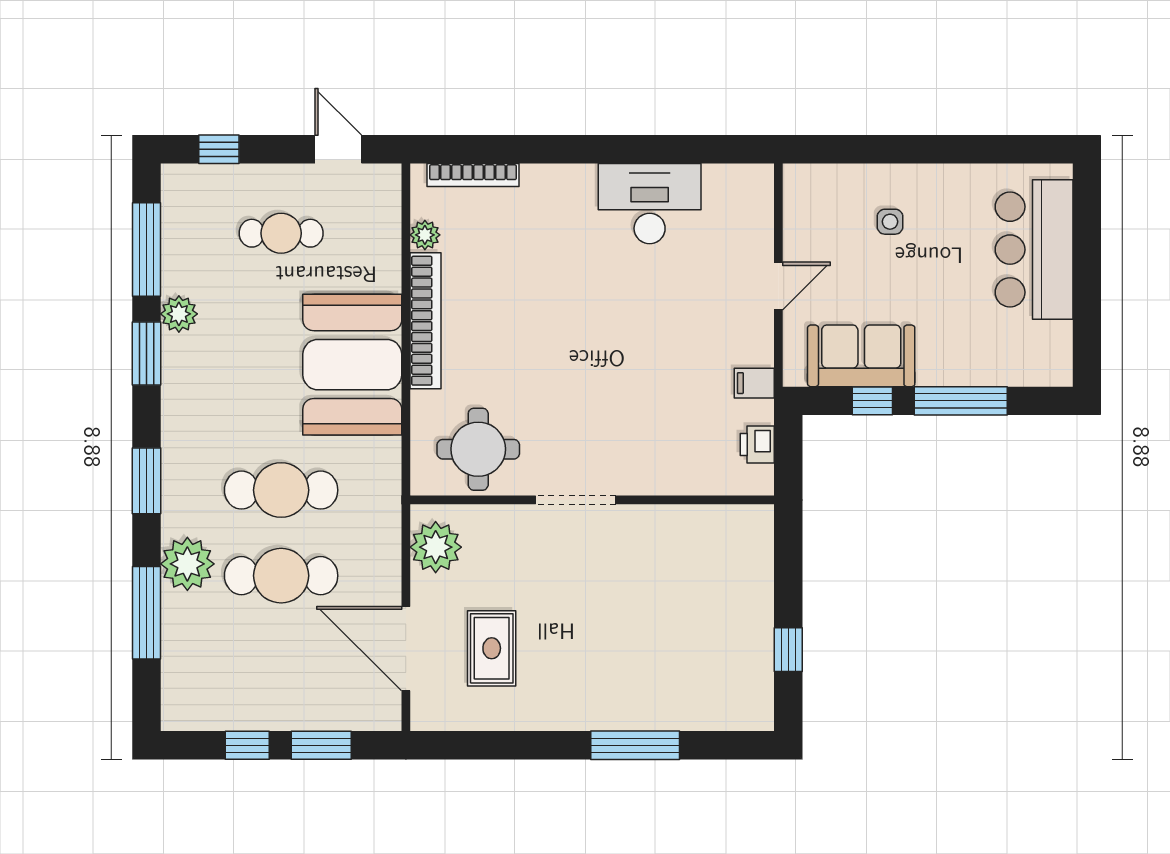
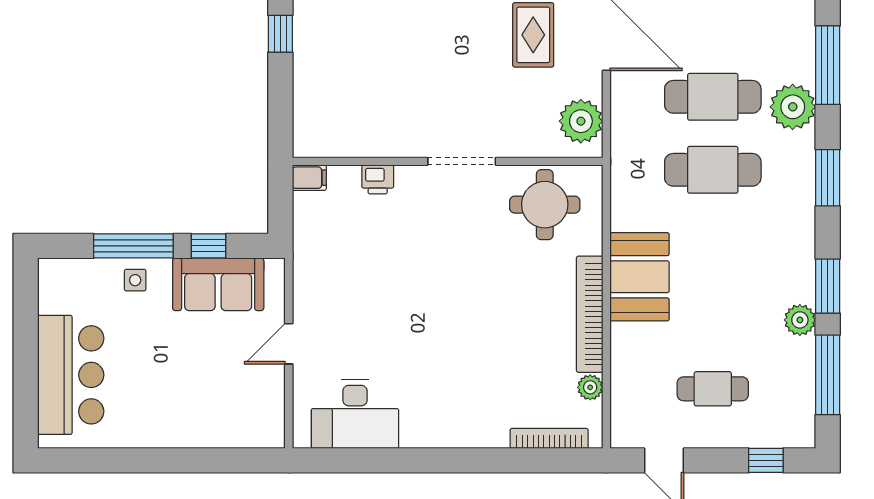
desk: (650, 204) -> (355, 414), moved
side table: (890, 222) -> (135, 280), moved
booth: (352, 365) -> (640, 277), width x0.73, depth x0.70
filing cabinet: (754, 383) -> (309, 178), moved
printer: (757, 444) -> (378, 179), moved, turned 90

